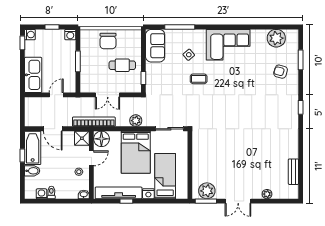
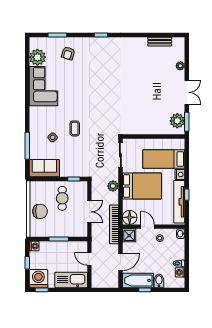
washing machine: (30, 35) -> (38, 279), width x1.89, depth x1.89
corner sofa: (228, 45) -> (43, 86), moved

